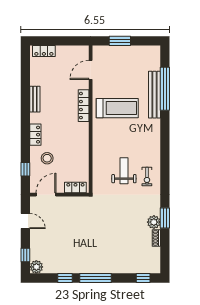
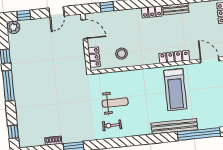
bench: (155, 95) -> (174, 126), moved
locker: (35, 135) -> (152, 12), moved
stool: (47, 158) -> (122, 54), moved
plant: (154, 222) -> (68, 137), removed

